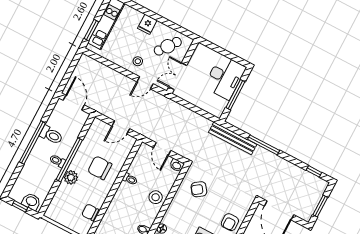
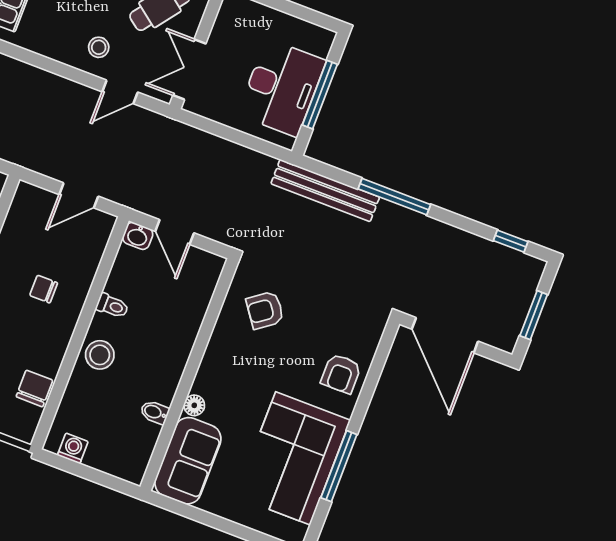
desk: (225, 77) -> (282, 88), moved
washbasin: (177, 165) -> (138, 236), moved
chair: (100, 168) -> (44, 289), width x0.54, depth x0.54
stool: (156, 197) -> (100, 355), moved
chair: (90, 212) -> (34, 388), turned 90

